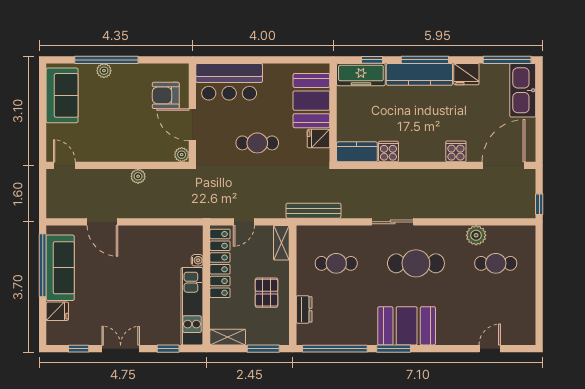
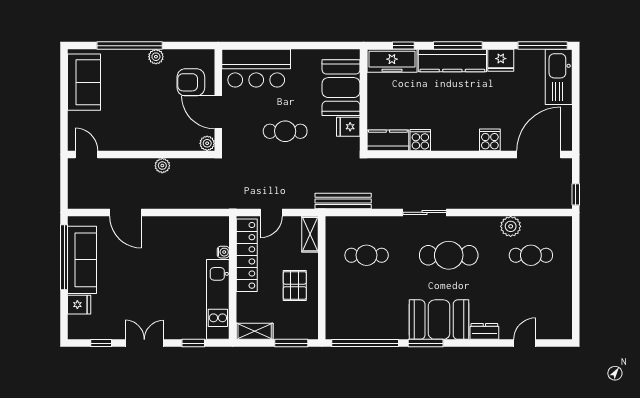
plant: (104, 71) -> (156, 57), moved
dresser: (304, 309) -> (484, 331), moved, turned -90

